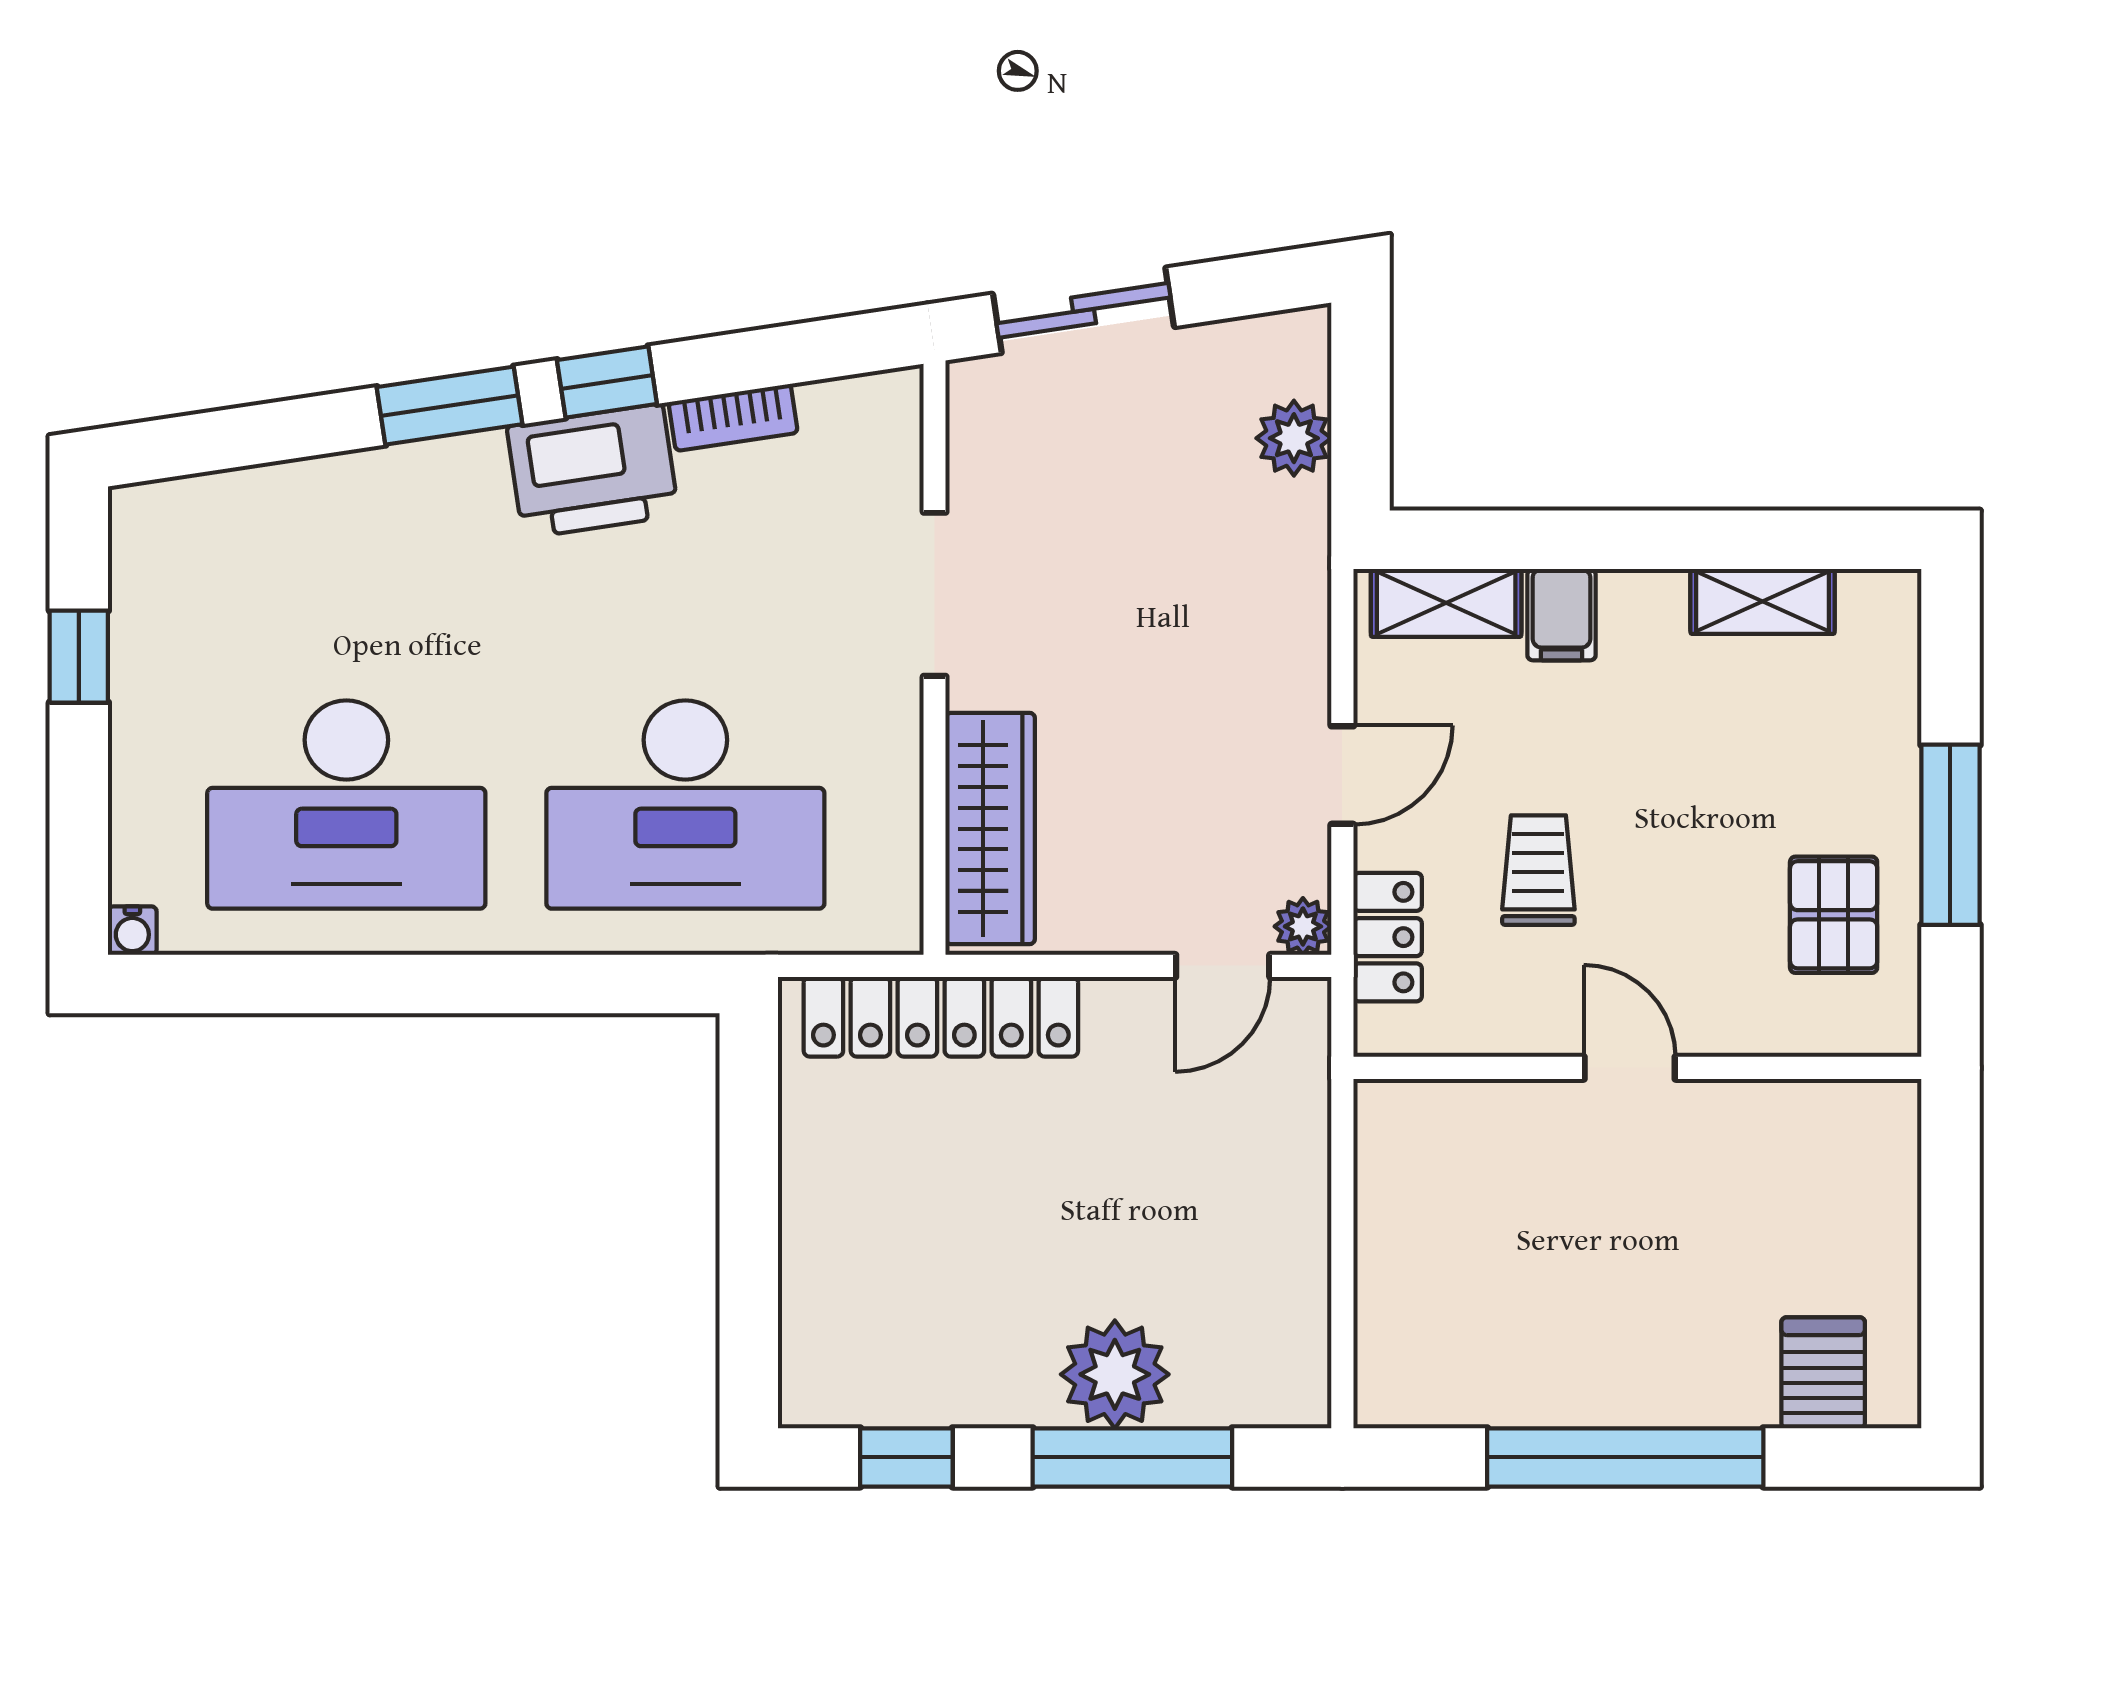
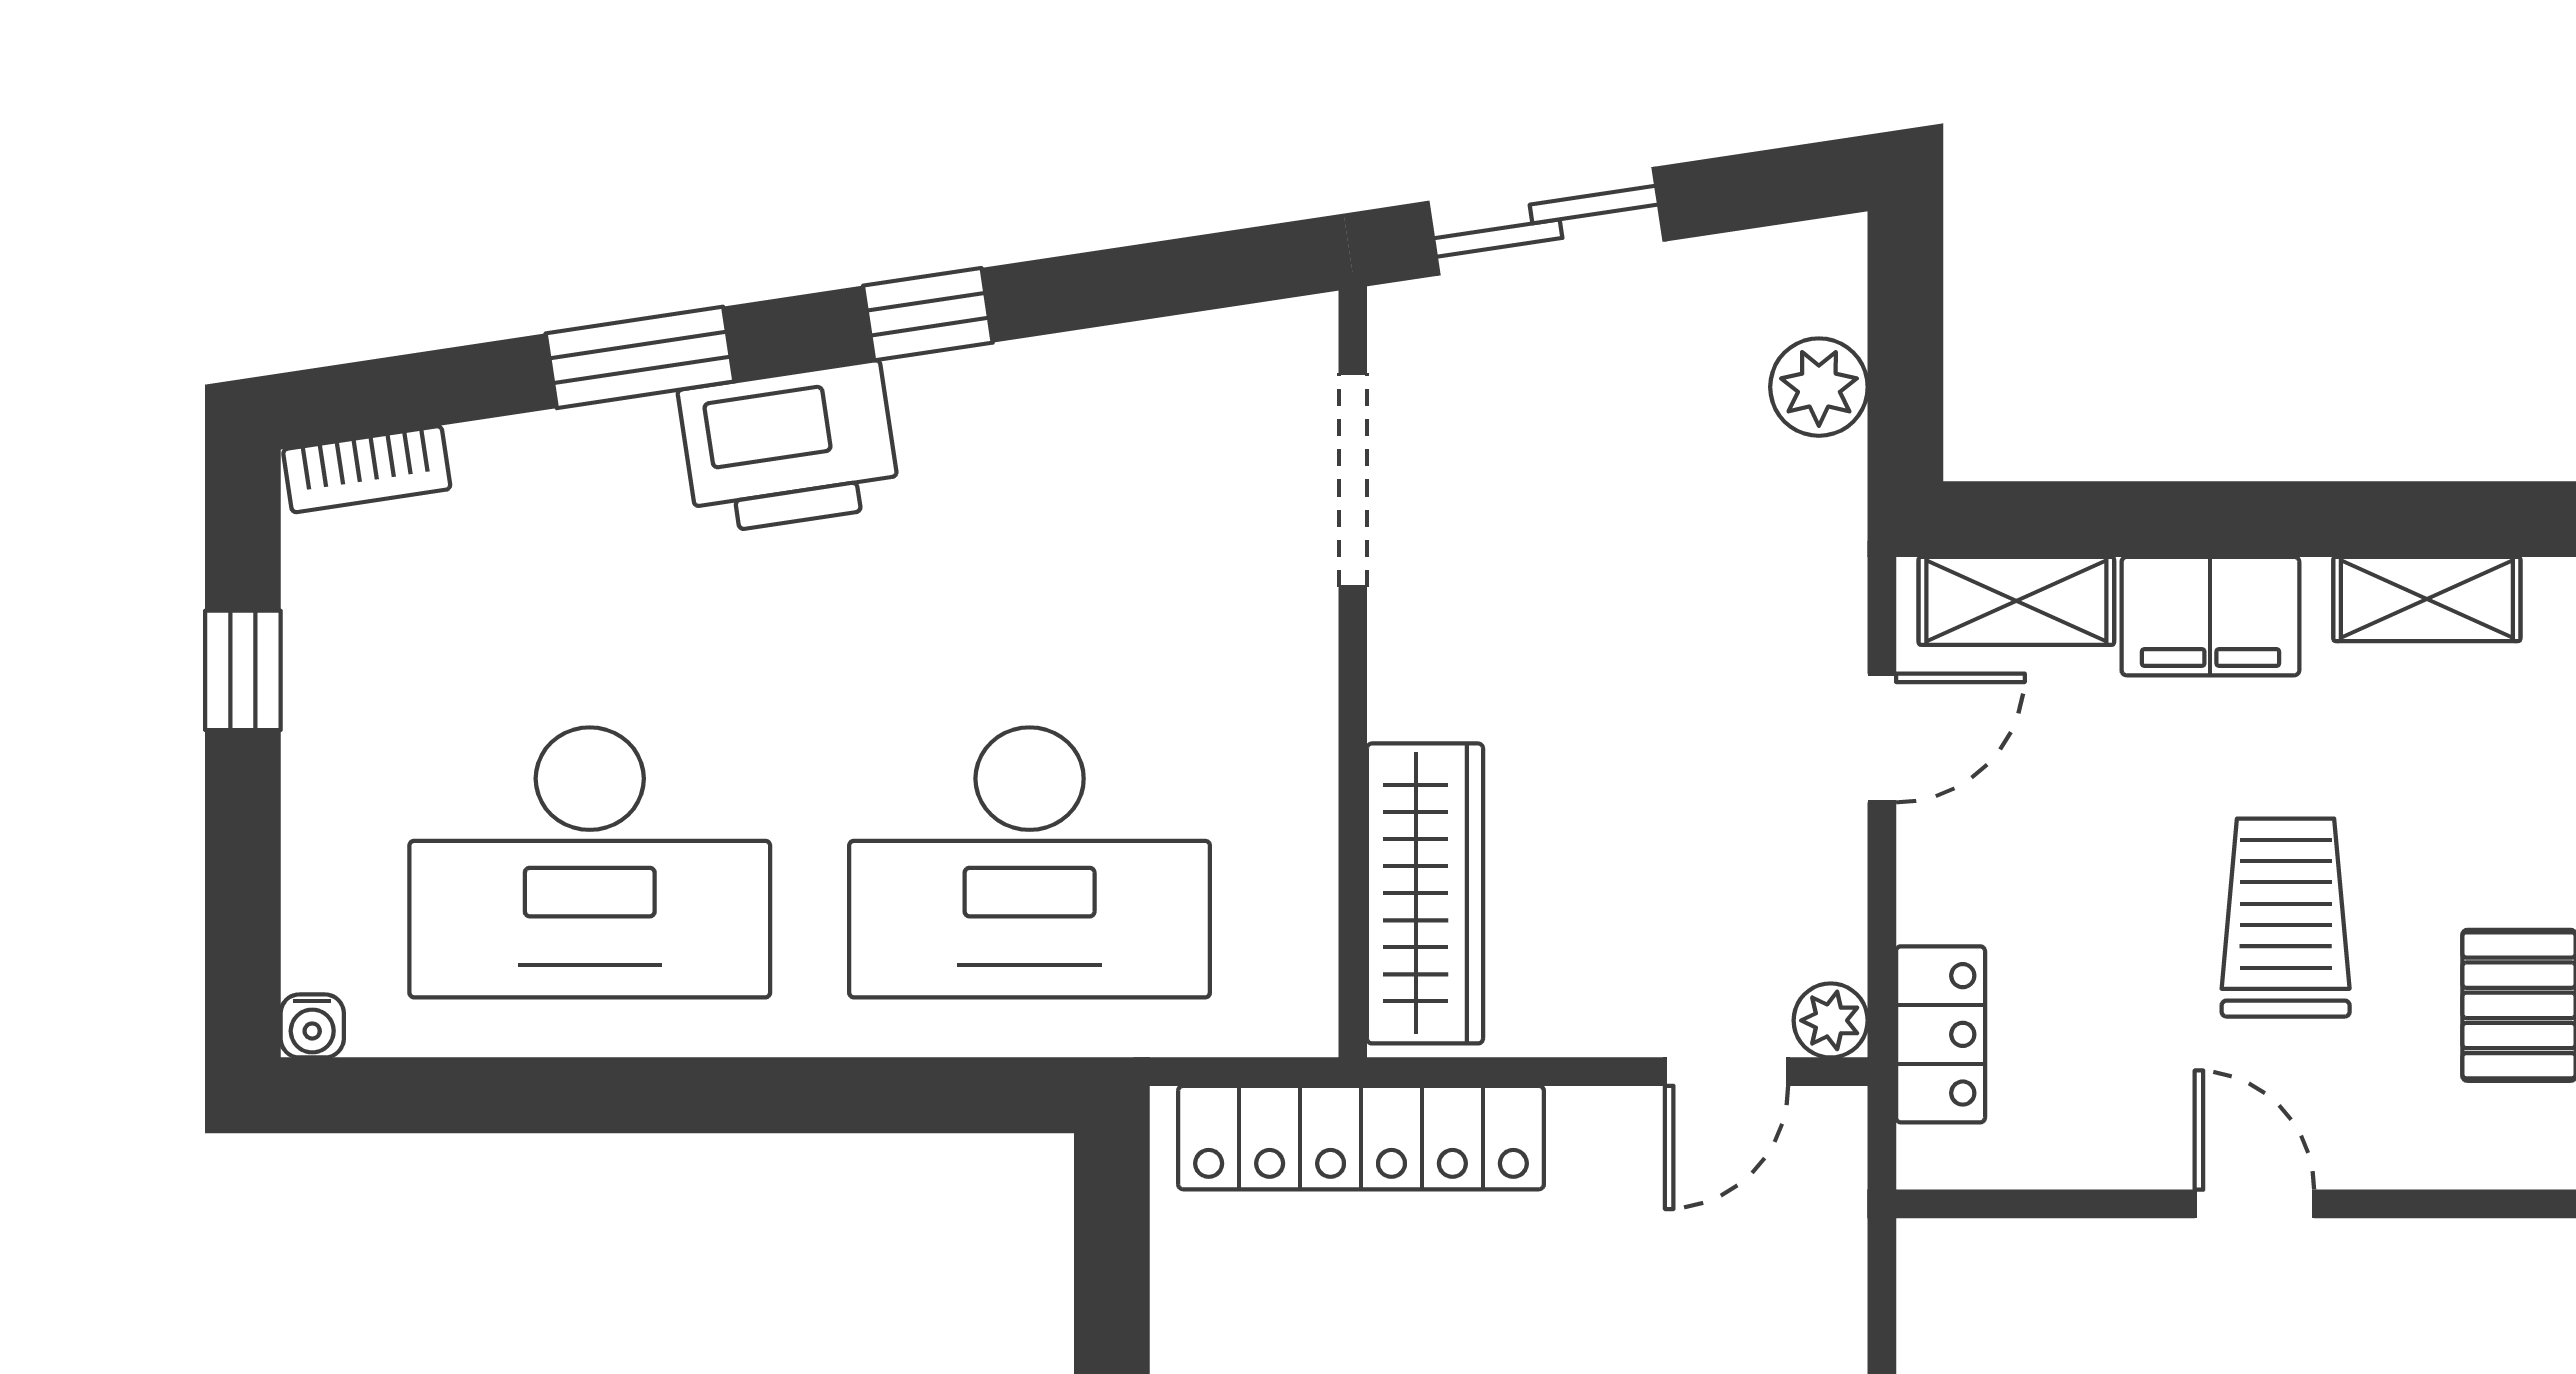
window: (450, 406) -> (640, 357), moved
bookcase: (733, 417) -> (367, 469), moved
printer: (593, 471) -> (789, 448), moved
doorway: (935, 594) -> (1353, 480), moved
filing cabinet: (1562, 615) -> (2210, 616), width x2.00
door: (1342, 775) -> (1882, 738), moved
trolley: (1538, 870) -> (2286, 918), moved, width x1.36, depth x1.39

